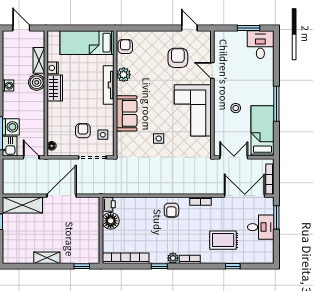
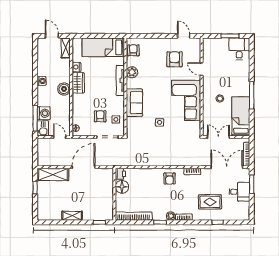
shelving: (39, 60) -> (66, 48), moved
boiler: (37, 82) -> (64, 89), moved

